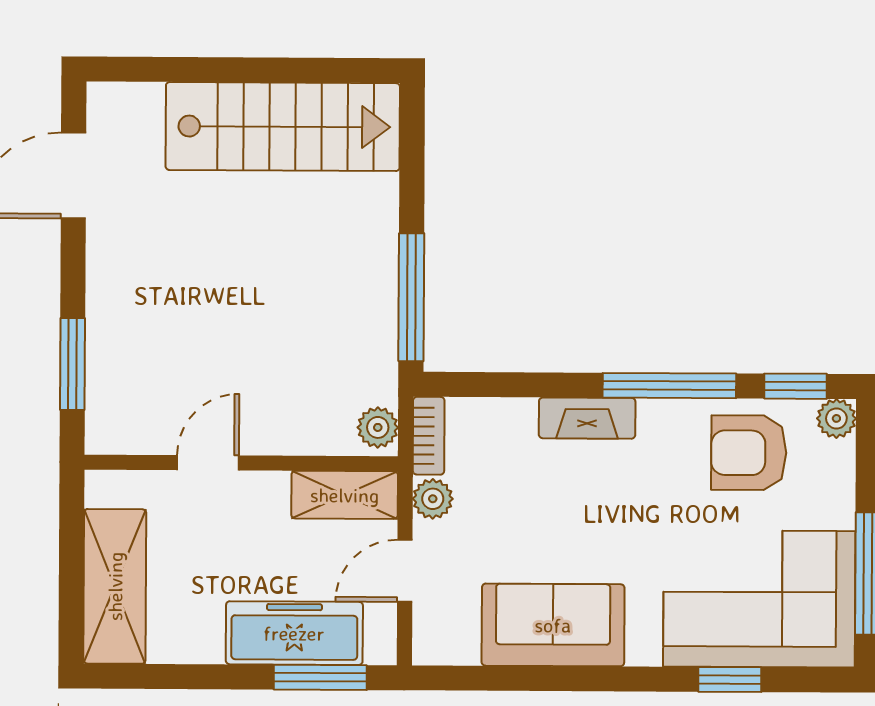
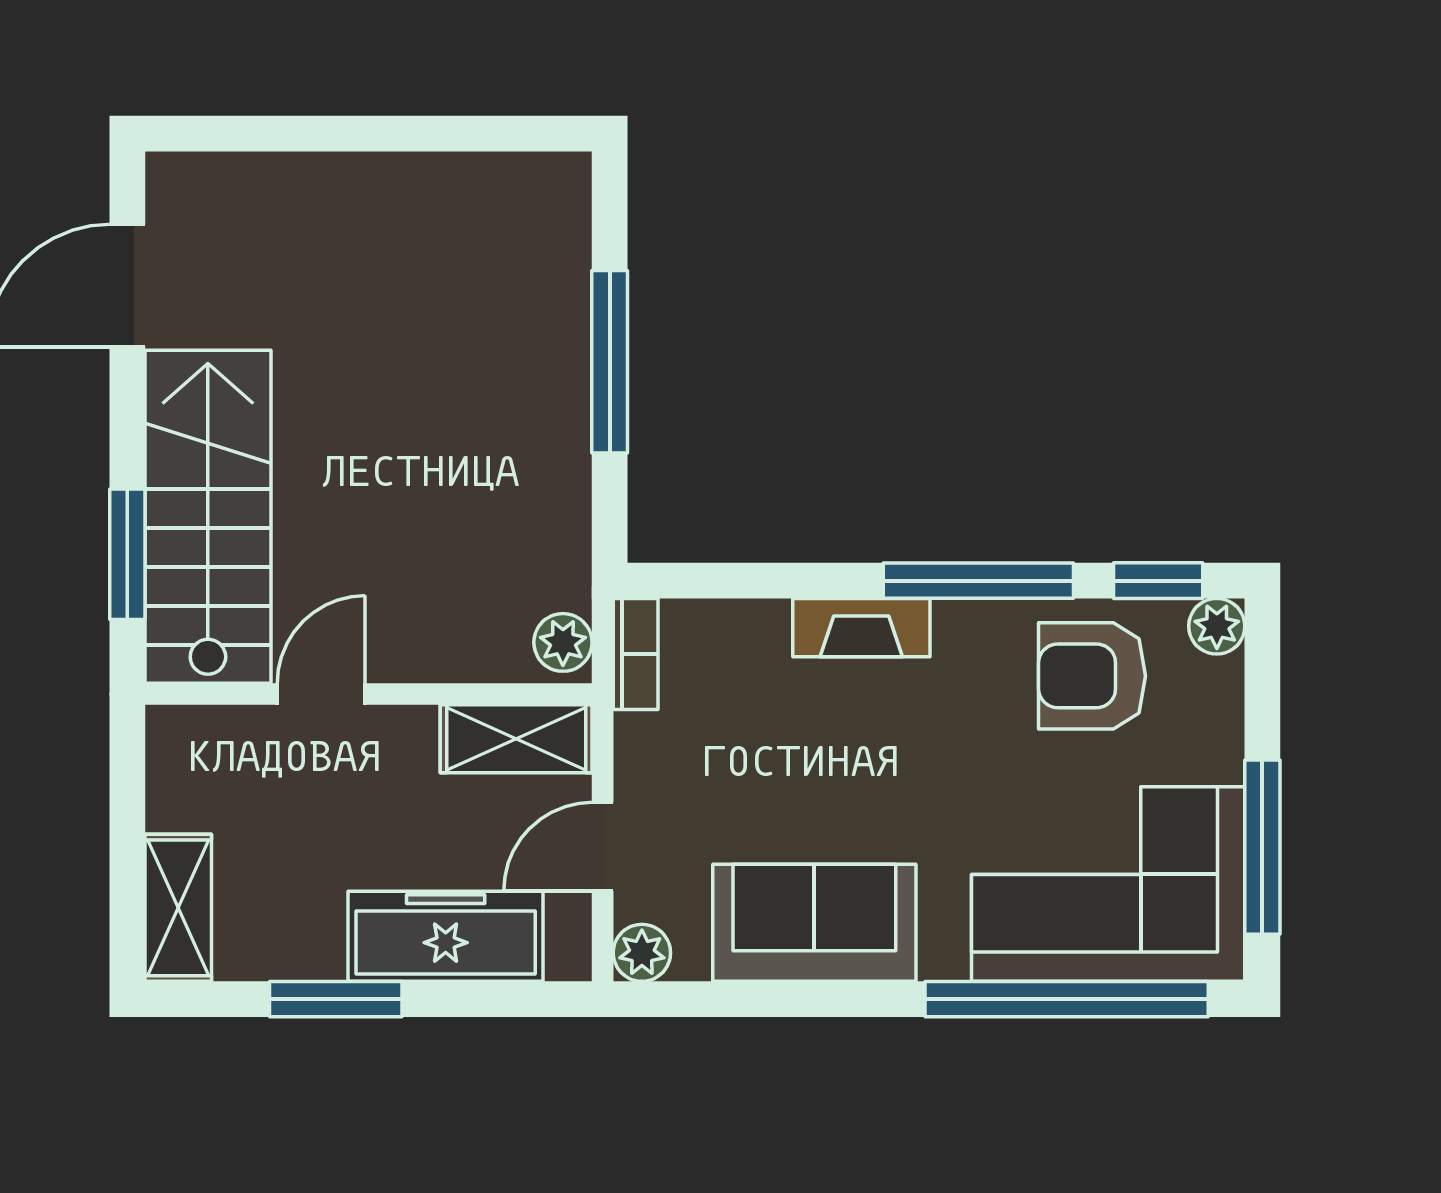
stairs: (283, 127) -> (208, 517), moved, turned -90
window: (411, 297) -> (610, 362), moved
plant: (433, 499) -> (642, 953), moved
shelving: (115, 586) -> (178, 908), width x0.67, depth x0.75
window: (320, 677) -> (336, 999), moved
window: (730, 679) -> (1067, 999), width x3.17

